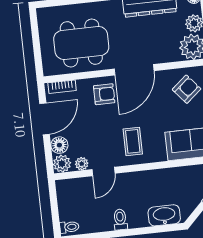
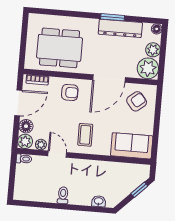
door: (134, 70) -> (109, 79), moved
door: (103, 171) -> (57, 154), swing flipped
washbasin: (164, 215) -> (99, 201), width x0.52, depth x0.69
toilet: (69, 227) -> (24, 159), moved

